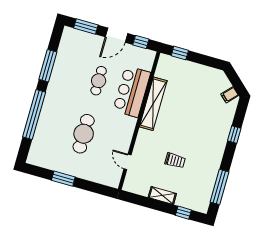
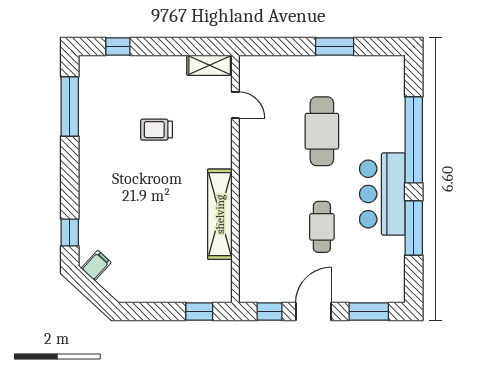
bar counter: (132, 92) -> (382, 194), moved, turned 180
window: (234, 135) -> (70, 232), moved
shelving: (162, 195) -> (210, 65), moved

